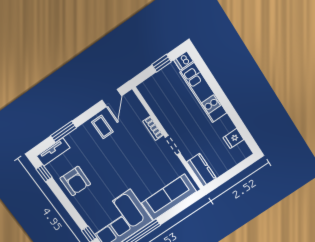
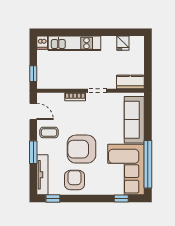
window: (162, 63) -> (33, 74), moved
window: (64, 132) -> (33, 152), moved
tv unit: (53, 152) -> (42, 175), width x1.41
armchair: (108, 168) -> (82, 149), added
armchair: (75, 181) -> (75, 180), turned -91

